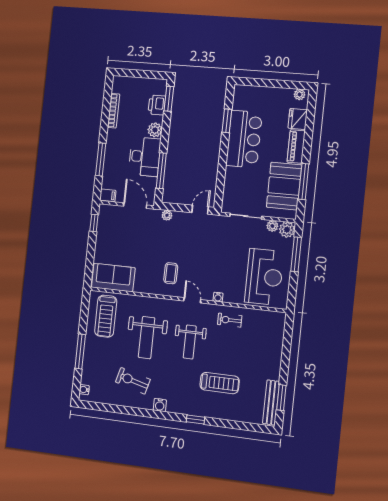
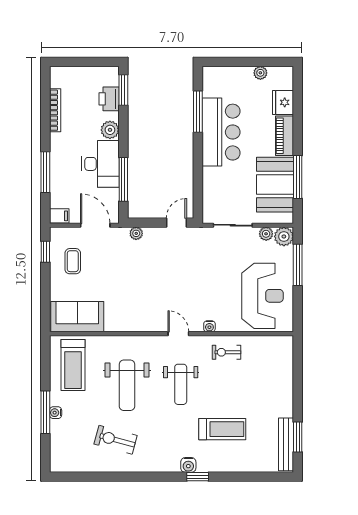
plant: (300, 94) -> (260, 73), moved
window: (227, 121) -> (198, 112), width x1.44
coffee table: (171, 273) -> (73, 261), moved
water cooler: (84, 390) -> (56, 413), moved
water cooler: (160, 405) -> (188, 465), moved

